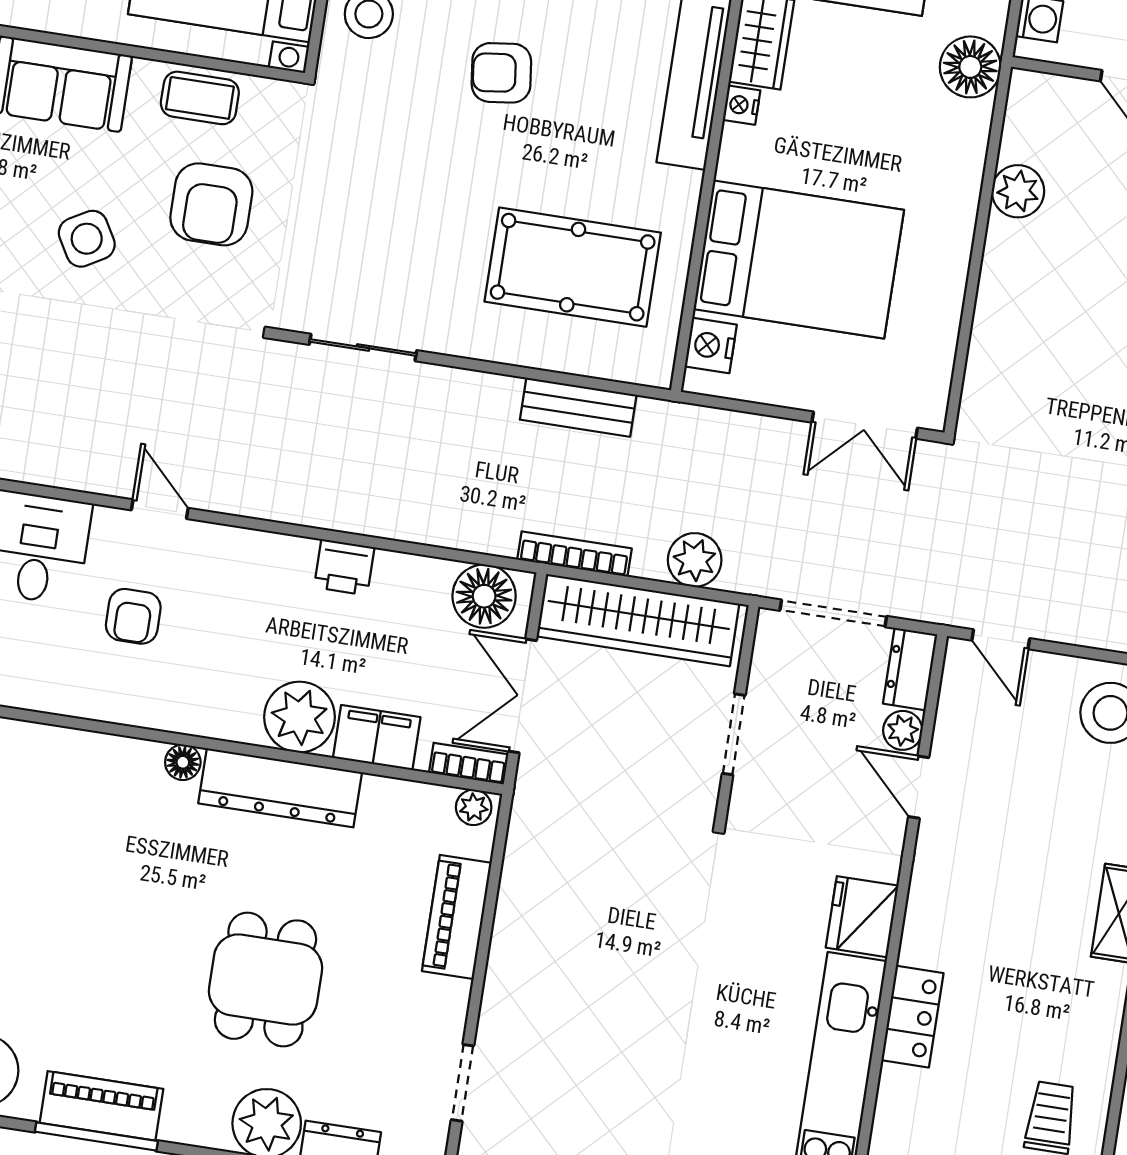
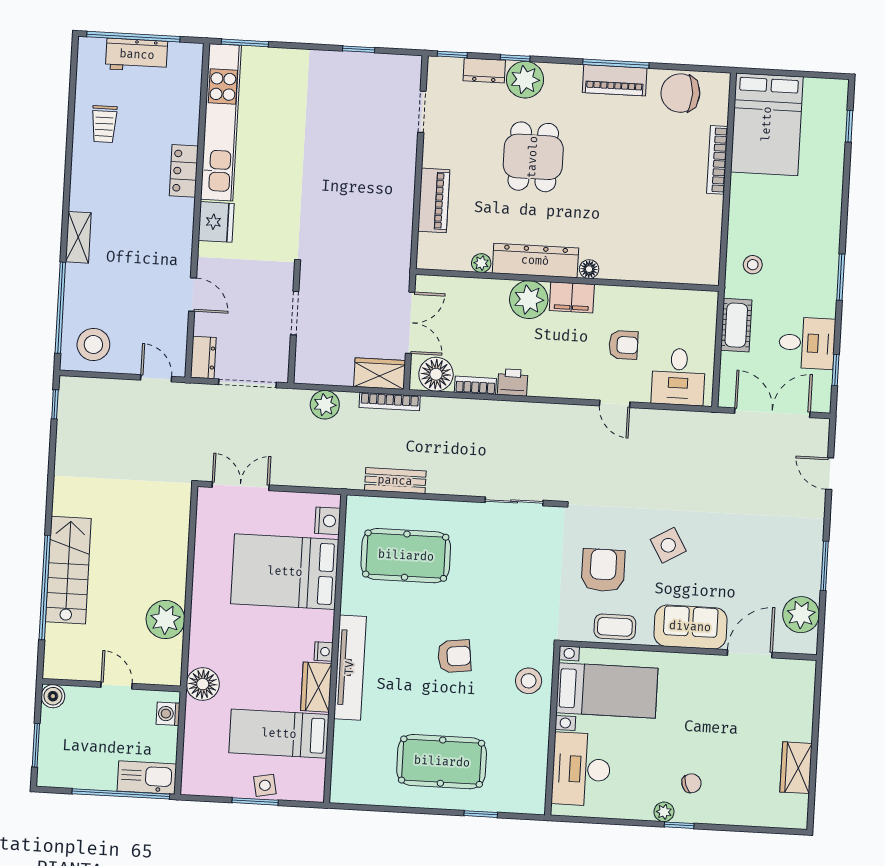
plant: (1018, 191) -> (165, 620), width x1.36, depth x1.36
armchair: (133, 616) -> (623, 345), turned 90
wardrobe: (638, 620) -> (380, 374), width x0.48, depth x0.85
plant: (903, 730) -> (204, 324), removed
filing cabinet: (377, 738) -> (572, 297), moved
bookcase: (469, 764) -> (475, 385), moved, turned 180
plant: (474, 807) -> (481, 263), moved

